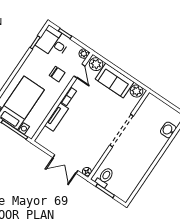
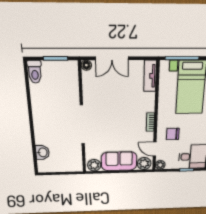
tv unit: (57, 117) -> (150, 76), moved
double door: (65, 164) -> (112, 58), swing flipped
toilet: (105, 177) -> (35, 72), moved

